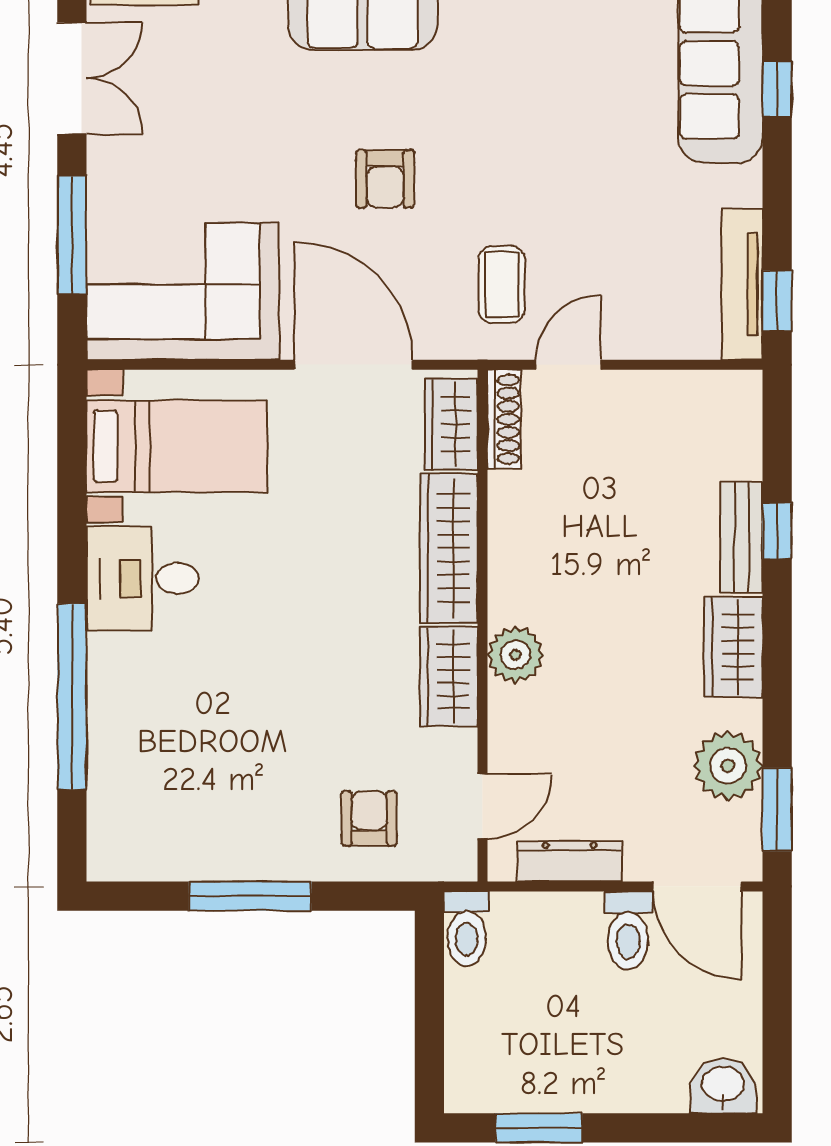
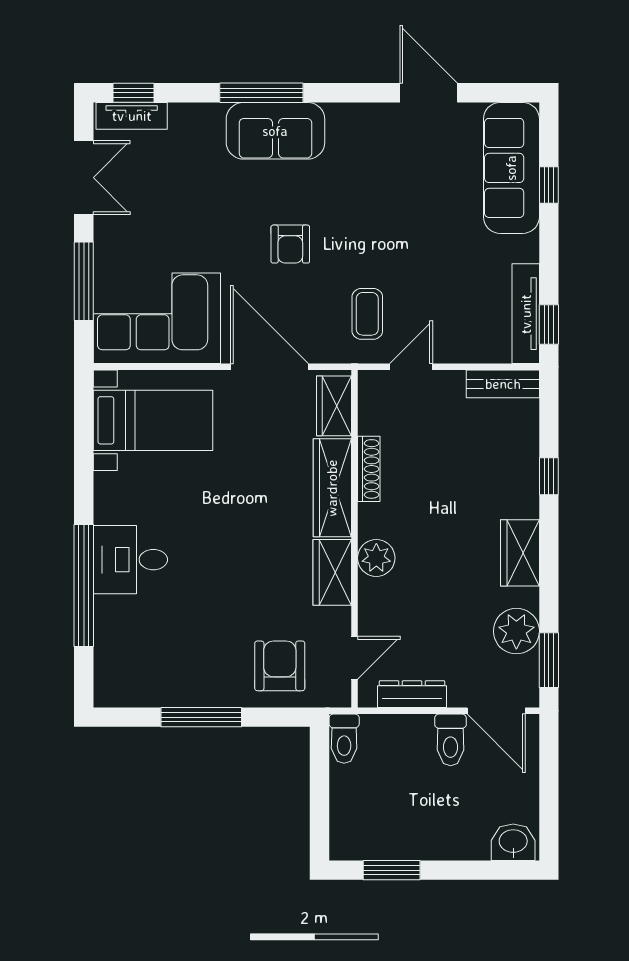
shoe rack: (504, 419) -> (369, 469), moved
bench: (742, 537) -> (503, 384), moved, turned 90
desk: (143, 578) -> (130, 560), moved
armchair: (369, 818) -> (280, 666), width x1.38, depth x1.38

